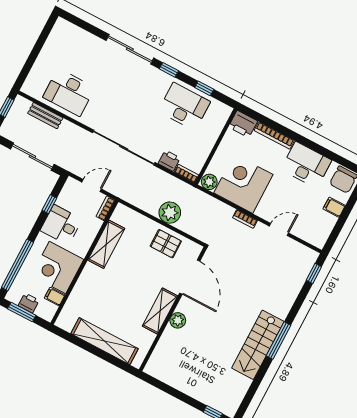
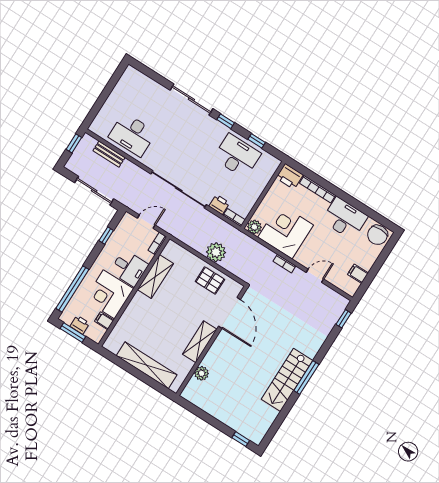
filing cabinet: (334, 207) -> (358, 274), moved
desk: (61, 225) -> (129, 268), moved, turned 180
plant: (178, 320) -> (202, 373), moved

